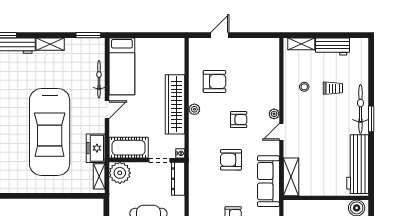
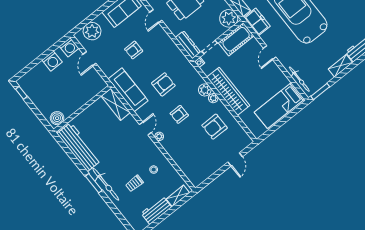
bed: (122, 66) -> (279, 106), moved, turned -90
bicycle: (99, 79) -> (299, 79), moved
plant: (196, 123) -> (205, 90), added

